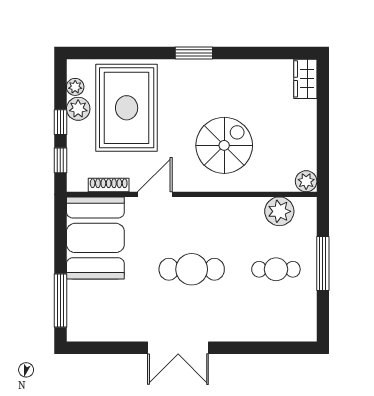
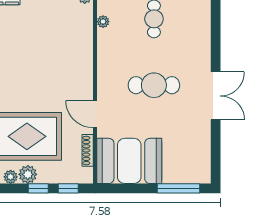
spiral stairs: (224, 145) -> (57, 60), removed
plant: (279, 211) -> (103, 22), width x0.53, depth x0.53
cafe table: (192, 269) -> (154, 85), turned 90

